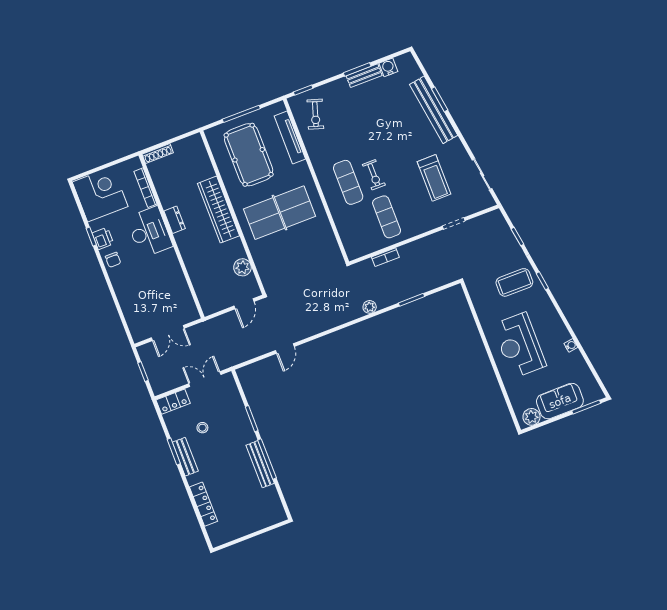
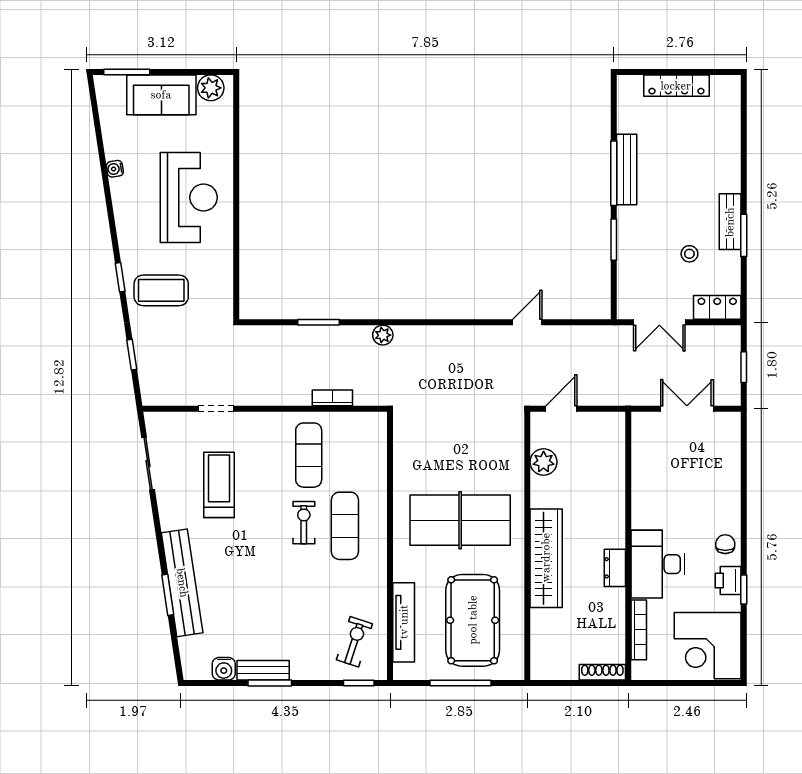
locker: (203, 504) -> (676, 86), moved, turned -90

